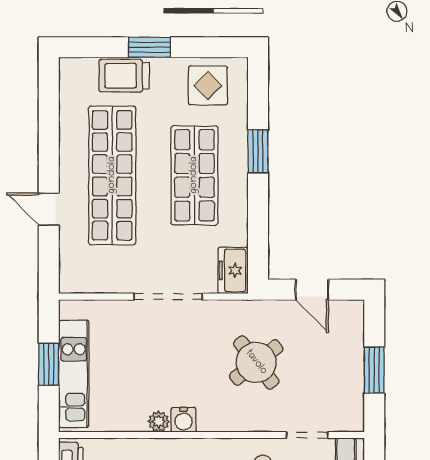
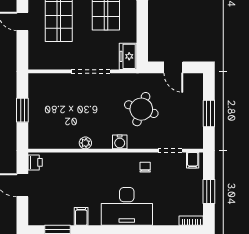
round table: (256, 362) -> (141, 109), turned -33
kitchen unit: (74, 374) -> (37, 116), removed
water cooler: (184, 420) -> (120, 142), moved

